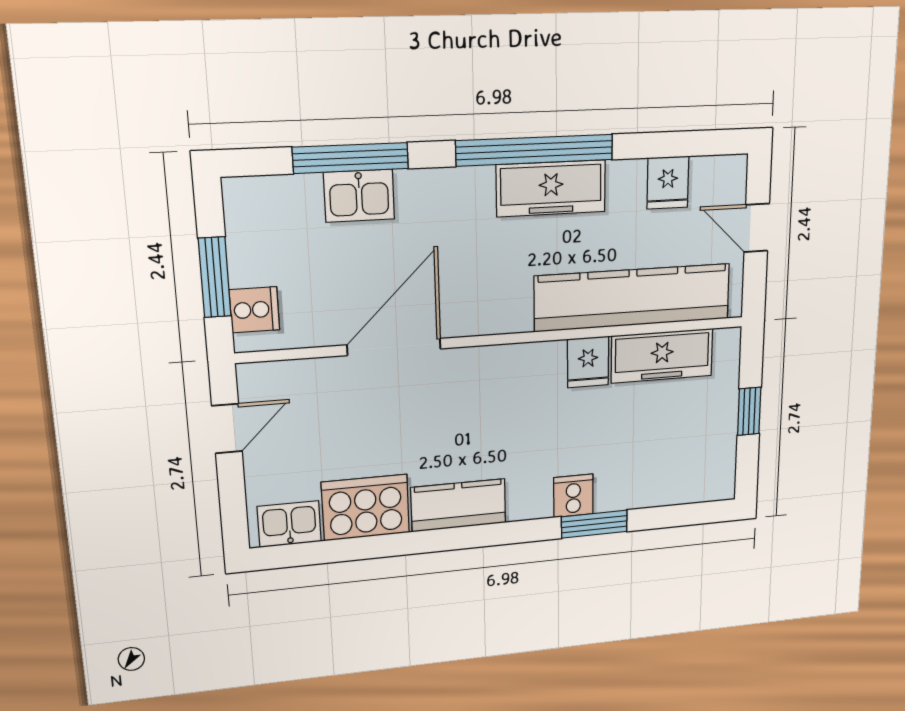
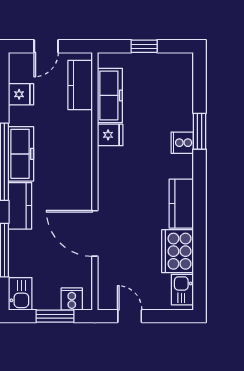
kitchen counter: (445, 191) -> (20, 206), added
kitchen sink: (359, 196) -> (20, 294), moved
kitchen counter: (633, 298) -> (80, 85), width x0.48, depth x0.86

